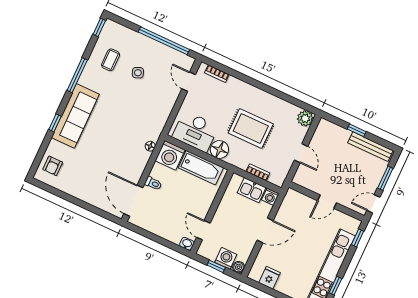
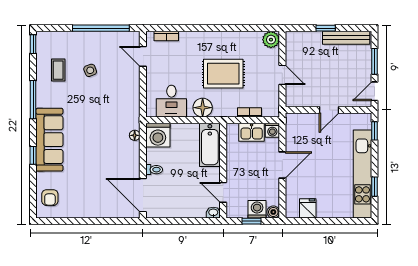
desk: (195, 131) -> (171, 101), width x0.73
bathtub: (201, 168) -> (210, 145), moved, turned 90

